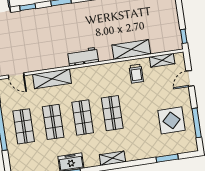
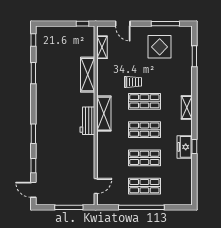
trolley: (136, 74) -> (133, 82), moved
shelving: (52, 79) -> (104, 114), moved

